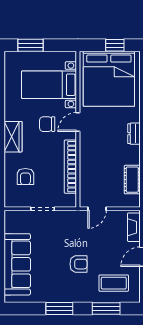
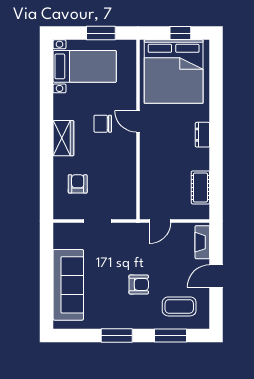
window: (30, 45) -> (101, 33), moved
bed with nightstands: (49, 85) -> (85, 66), moved, turned 180
door: (78, 122) -> (138, 121), hinge flipped
bookcase: (70, 167) -> (129, 173), removed
armchair: (25, 176) -> (78, 184), turned 180

